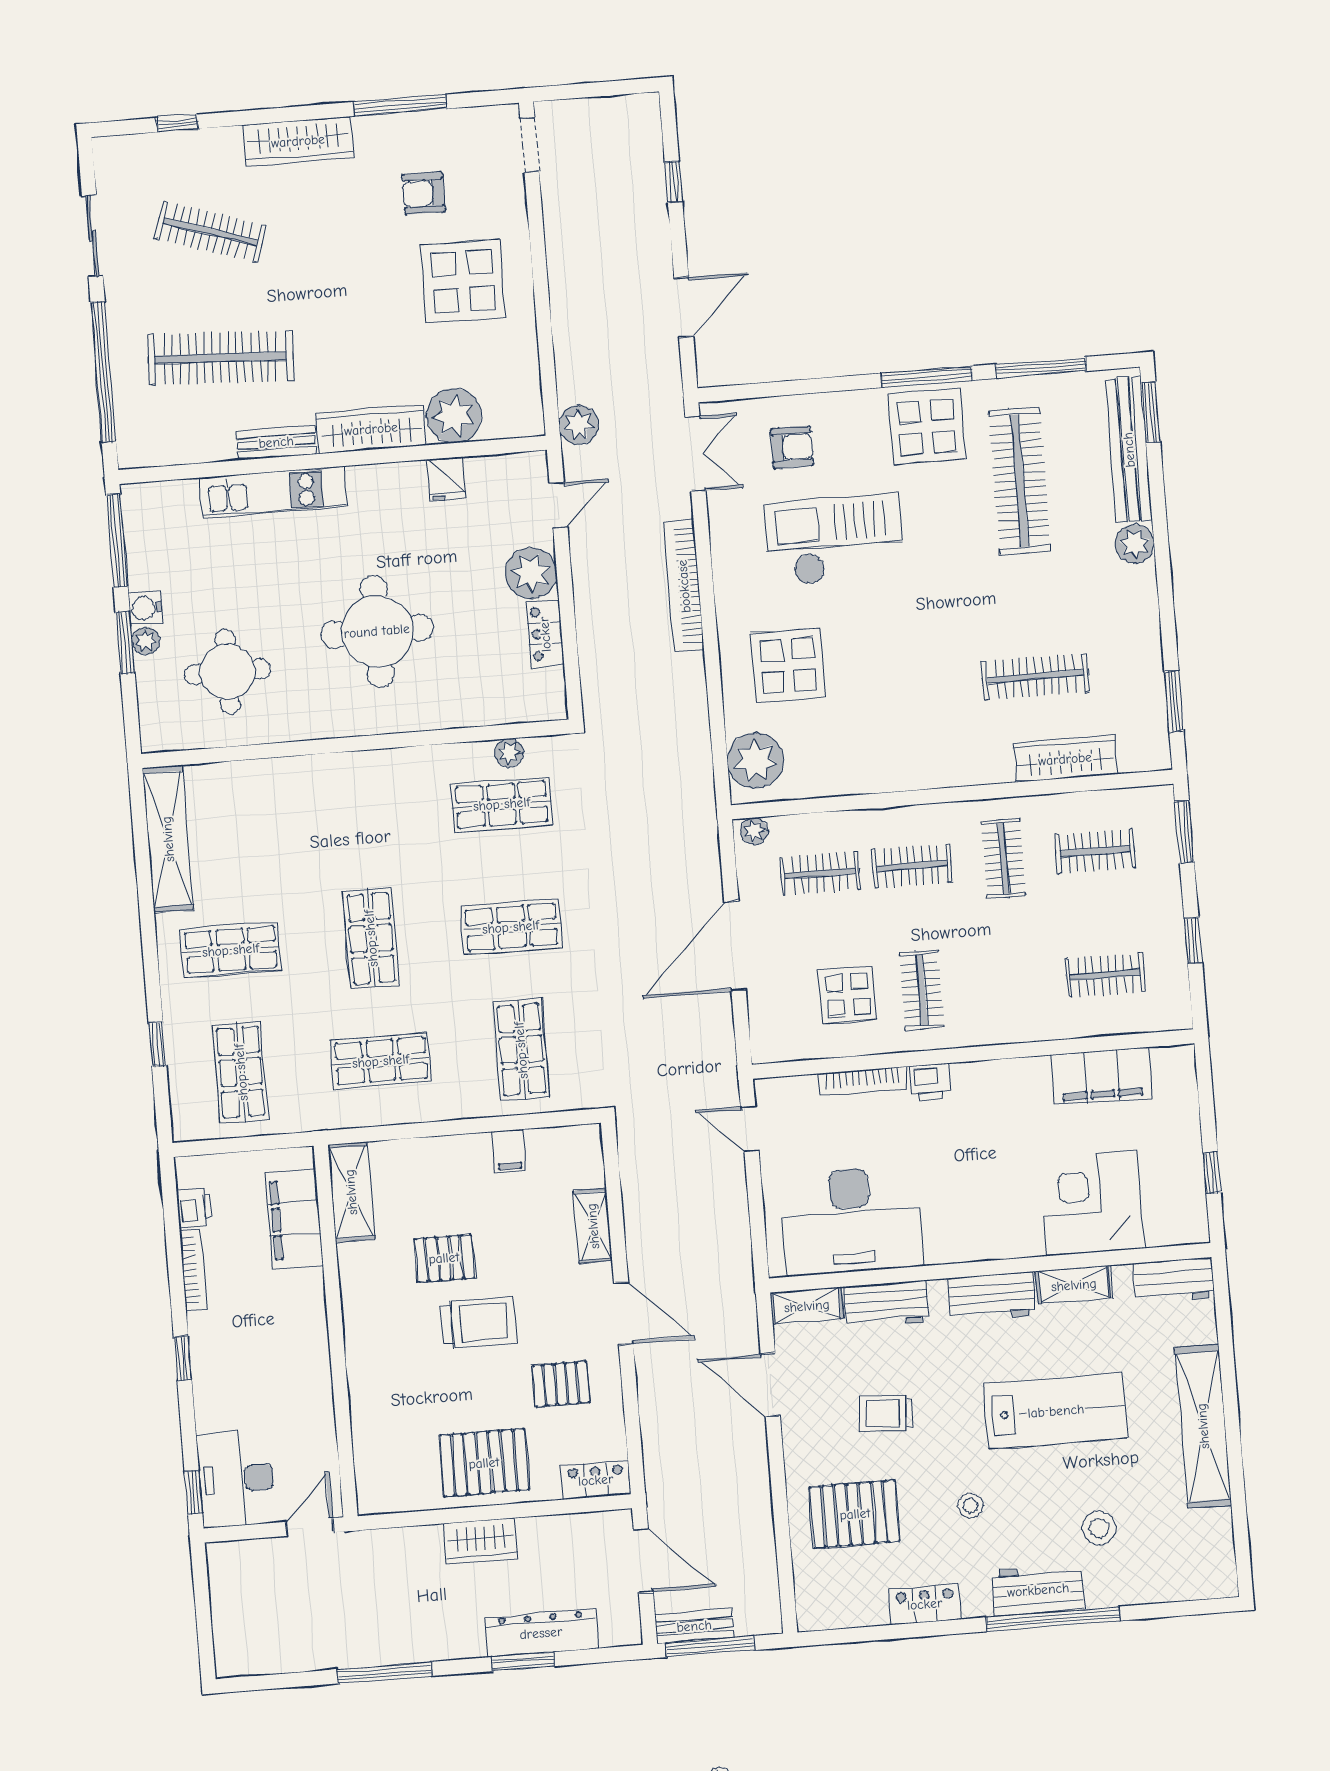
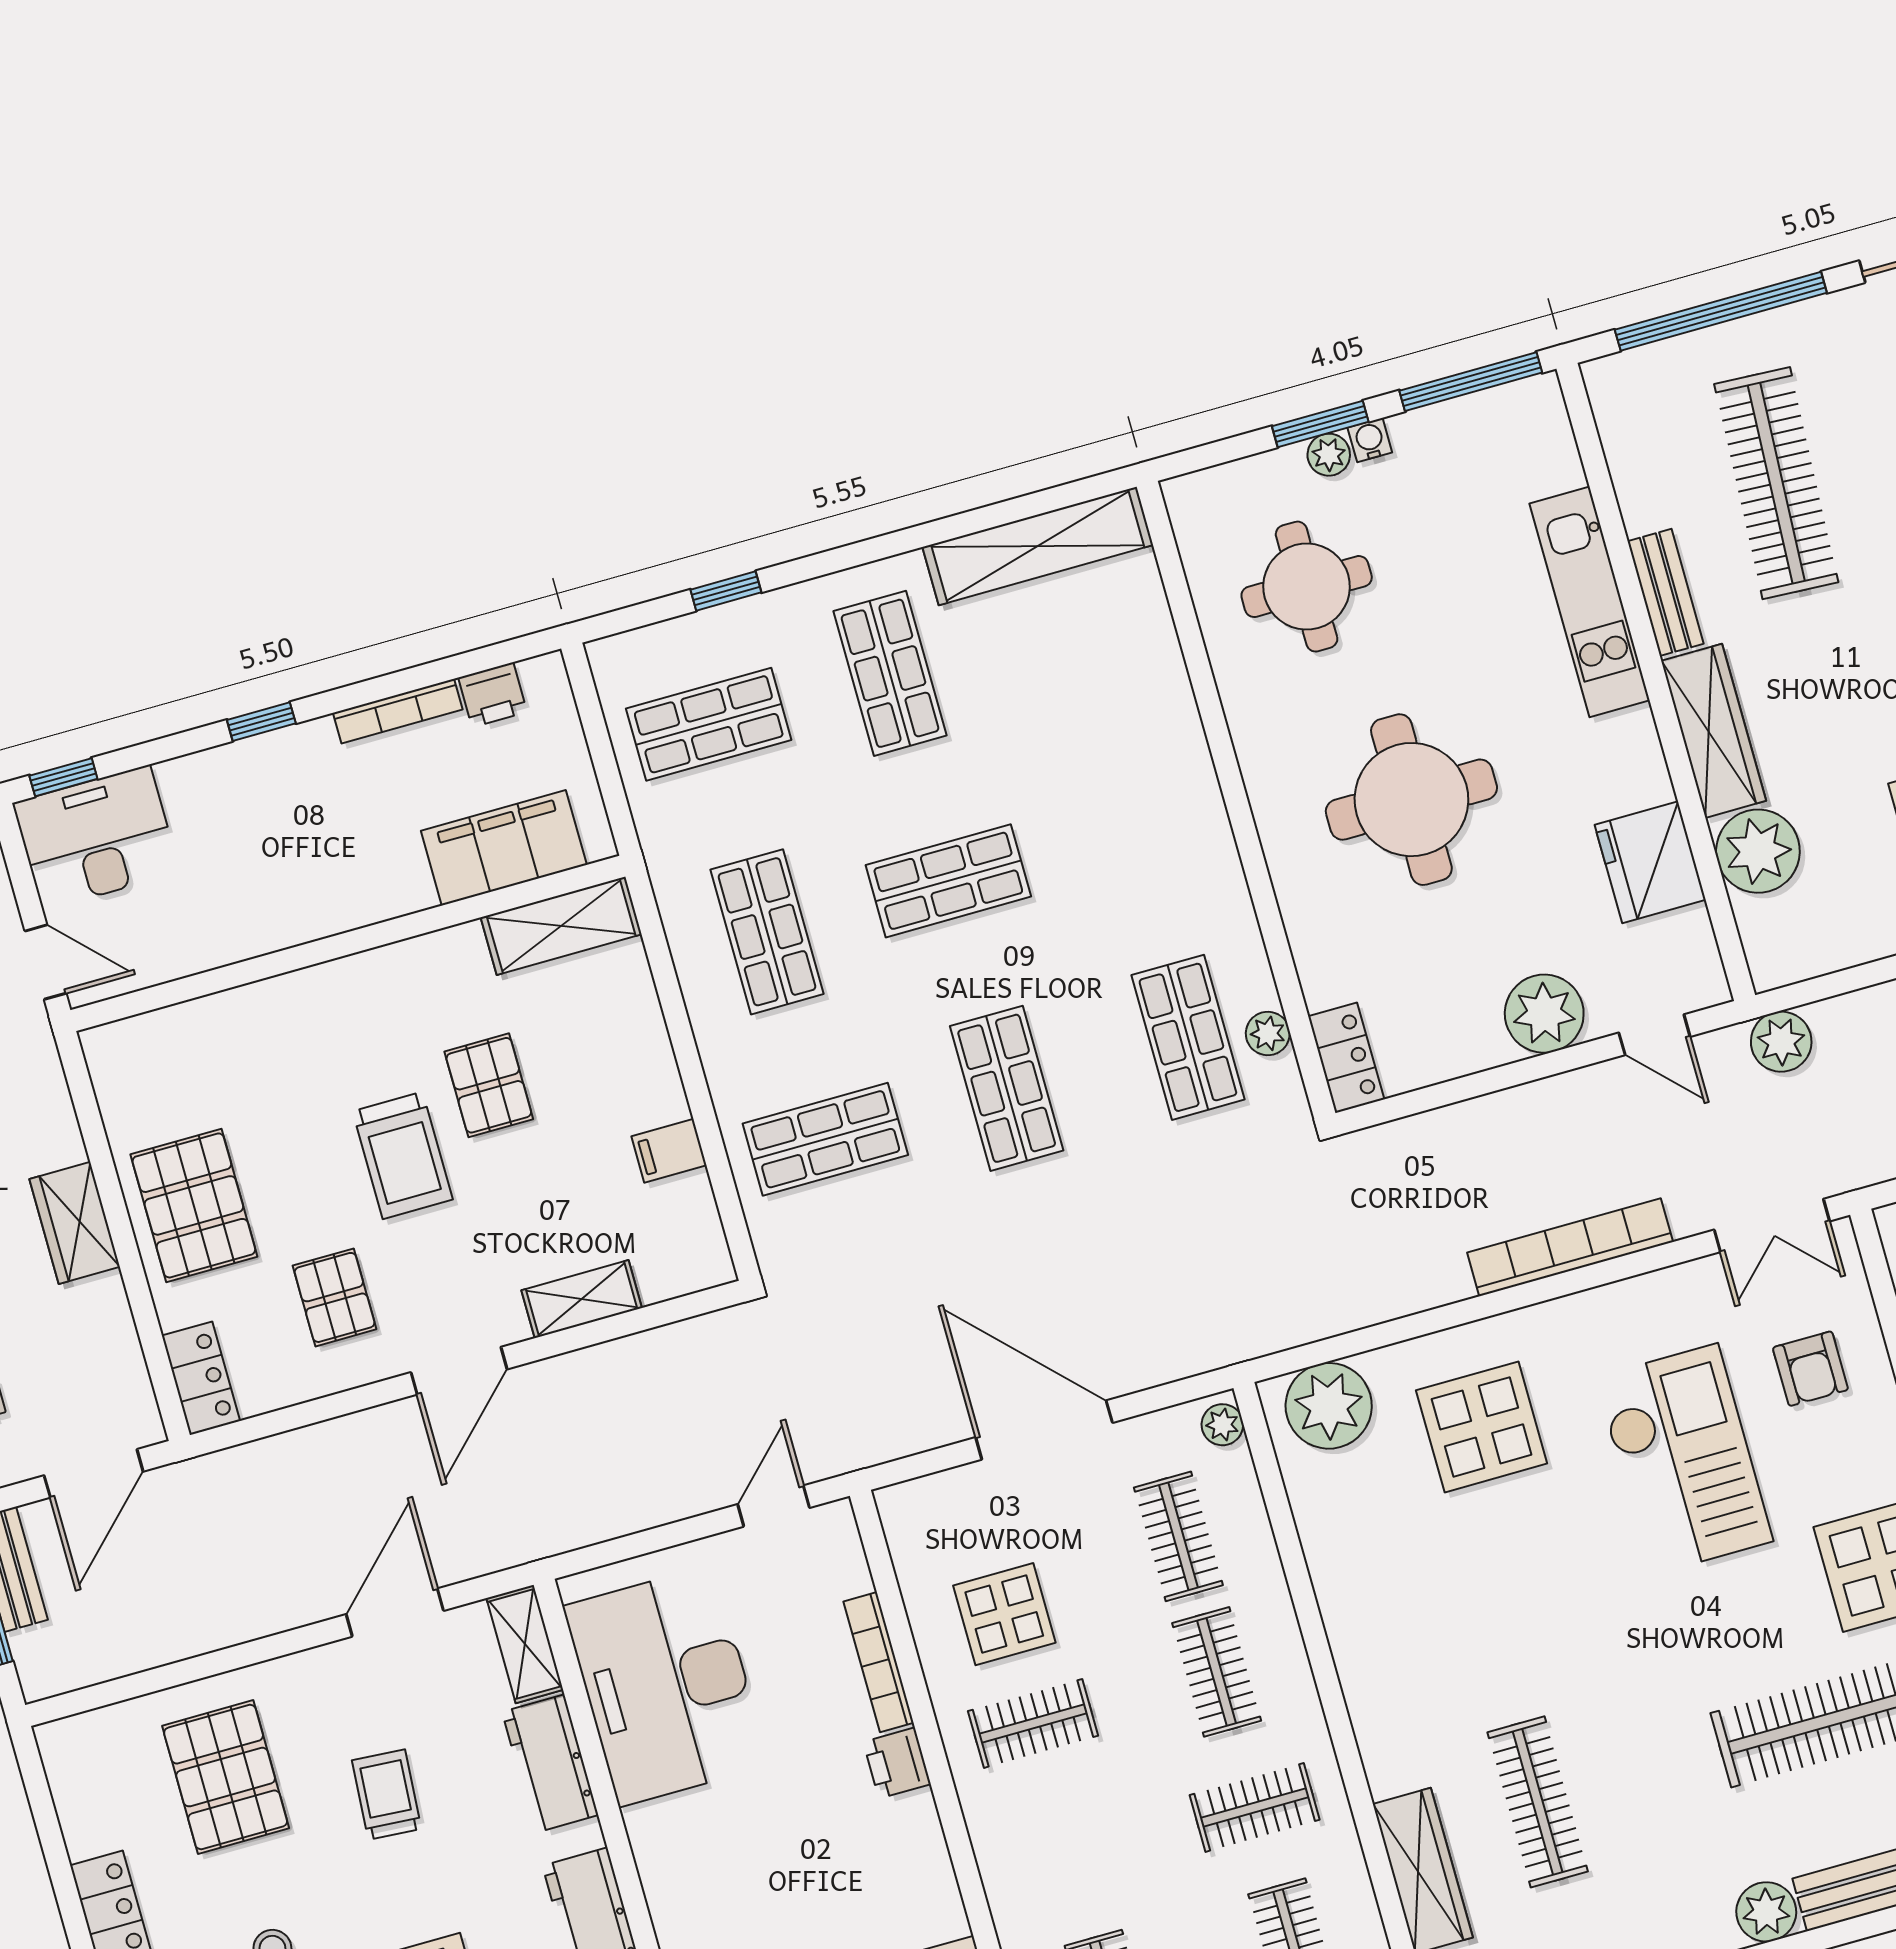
fridge: (447, 479) -> (1650, 862), width x1.88, depth x1.34
water cooler: (146, 608) -> (1370, 440), width x0.72, depth x0.72
locker: (545, 634) -> (1346, 1058), moved, turned 90

